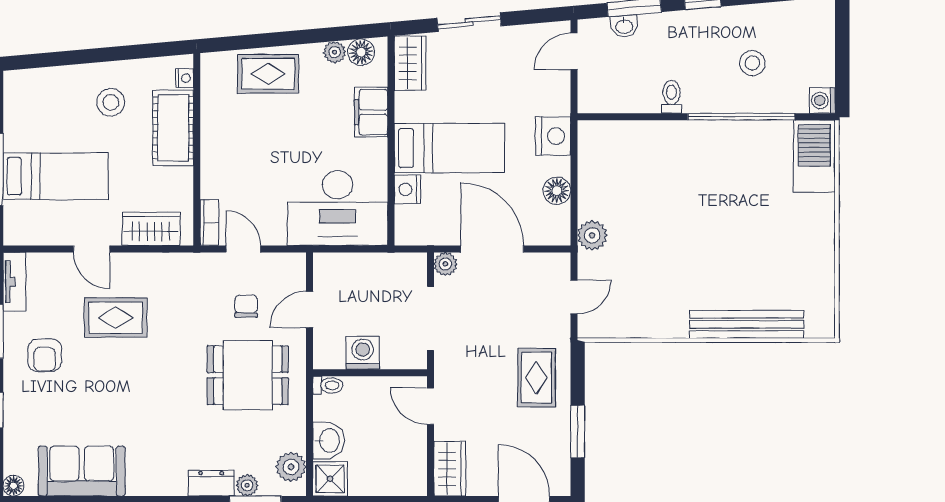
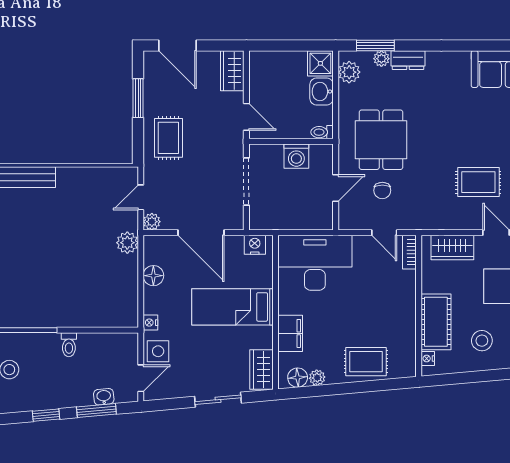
side table: (550, 88) -> (158, 351), added
nightstand: (553, 136) -> (150, 323), width x0.53, depth x0.56
nightstand: (408, 189) -> (255, 245), moved, turned -90
plant: (445, 264) -> (152, 222), moved
dining table: (248, 375) -> (381, 140), turned 90

